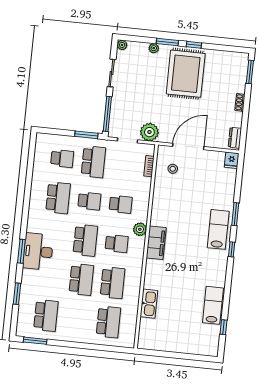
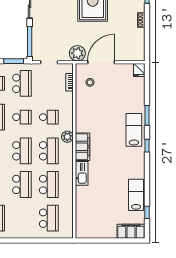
plant: (149, 132) -> (77, 53), moved
dresser: (235, 138) -> (140, 51), removed
school desk: (117, 244) -> (49, 151), width x1.85
kitchen sink: (149, 304) -> (82, 173), moved
filing cabinet: (203, 347) -> (131, 231), added

